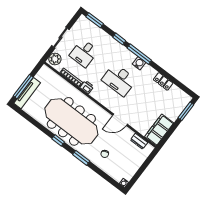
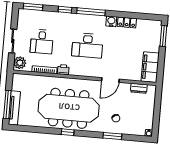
water cooler: (139, 63) -> (111, 21), moved
window: (81, 158) -> (112, 136), moved

